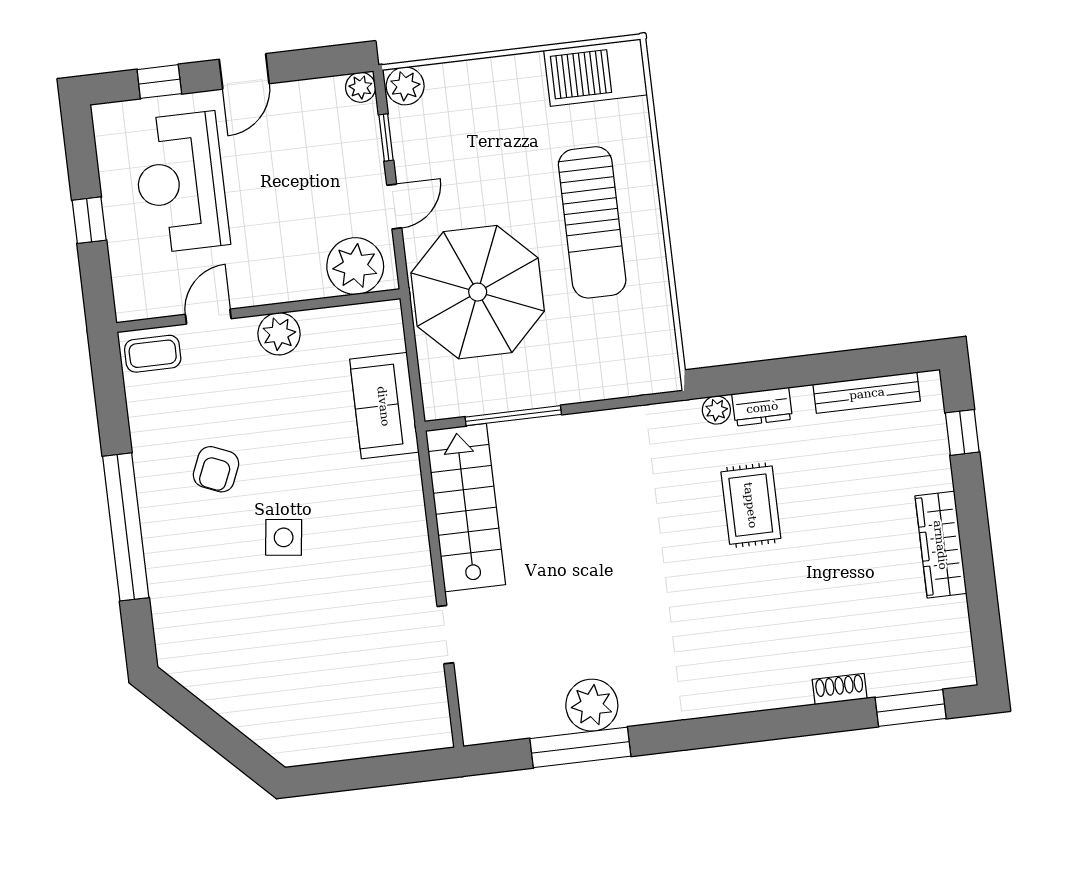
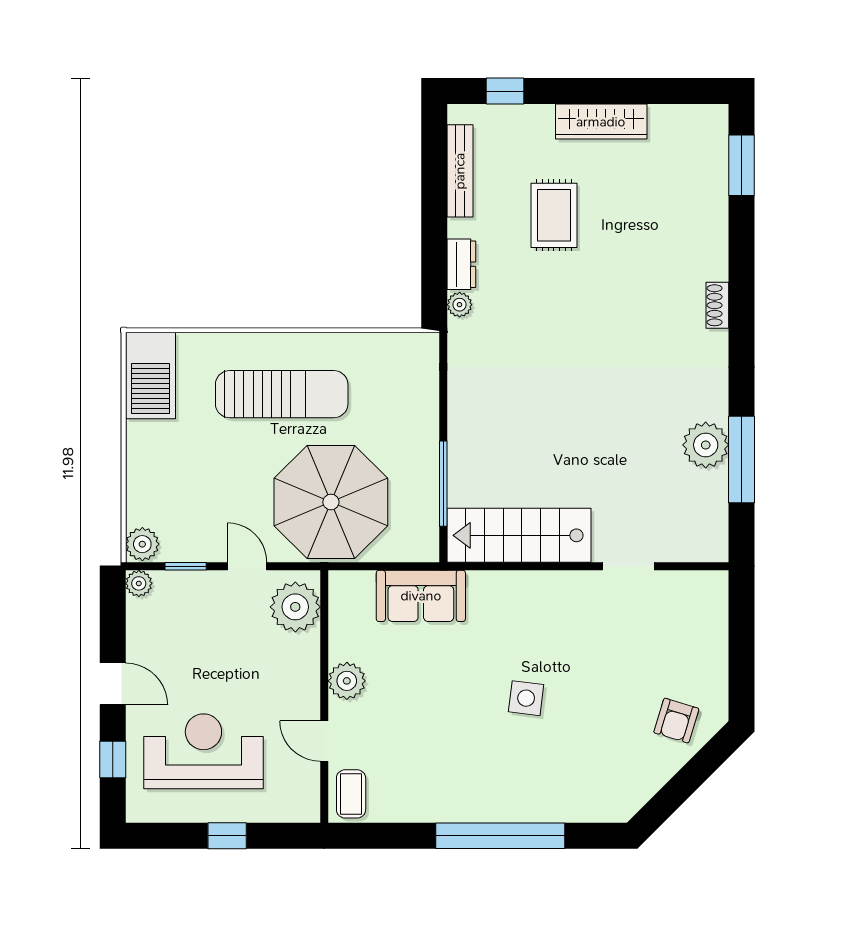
reception desk: (181, 182) -> (203, 751), turned 180
armchair: (216, 469) -> (676, 721), moved, turned 84
rug: (751, 505) -> (554, 215), moved, turned 90
shoe rack: (840, 689) -> (717, 305), moved

